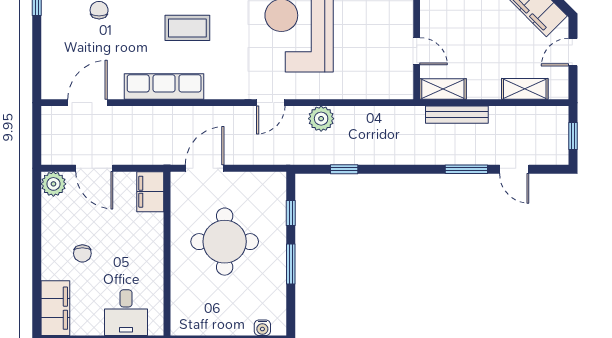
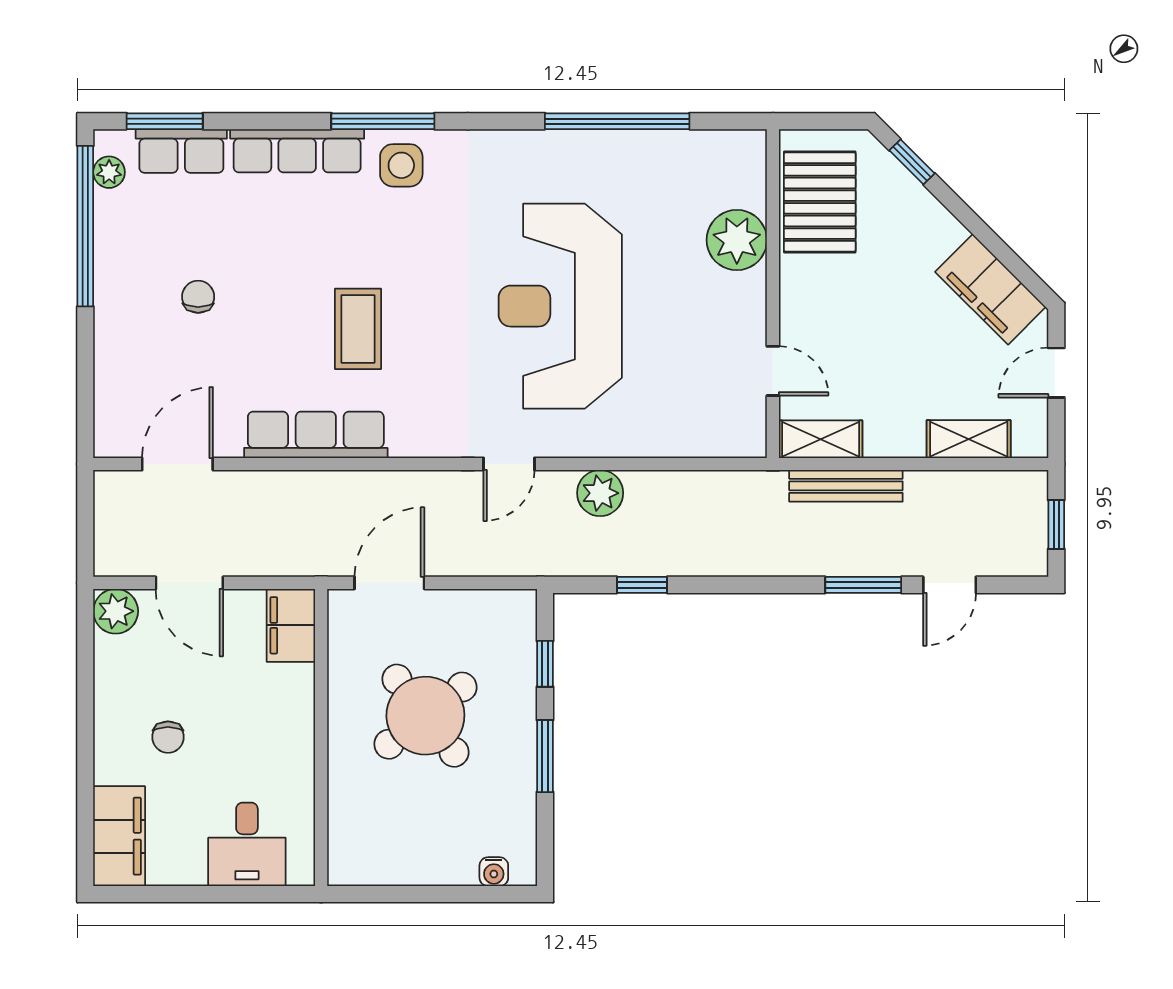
coffee table: (187, 28) -> (358, 329), turned 90
door: (514, 169) -> (950, 585), hinge flipped
round table: (225, 242) -> (425, 716), turned -38

